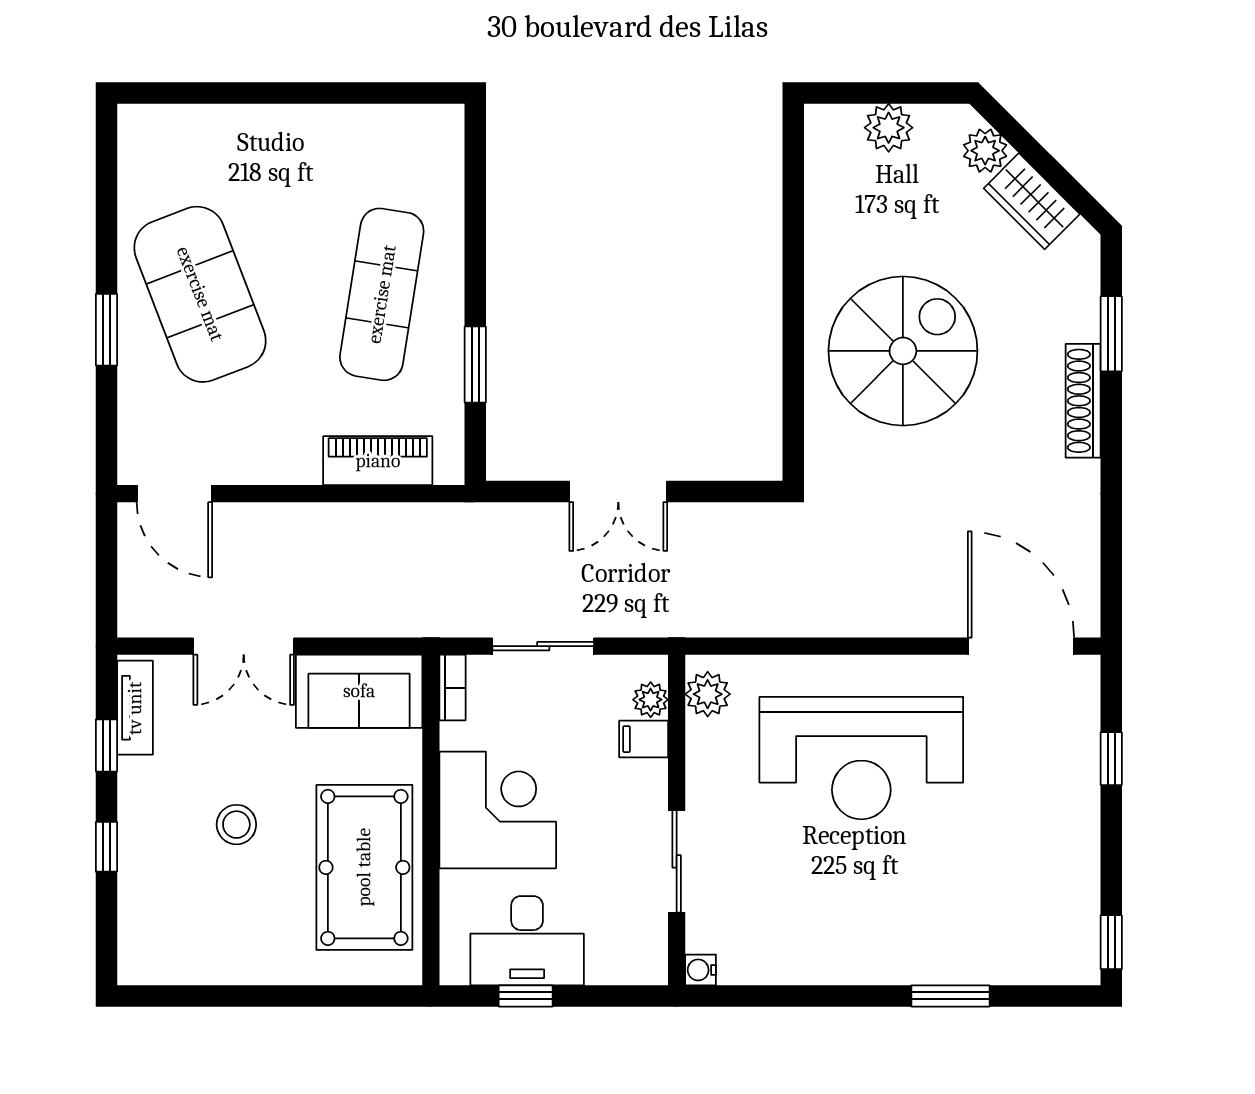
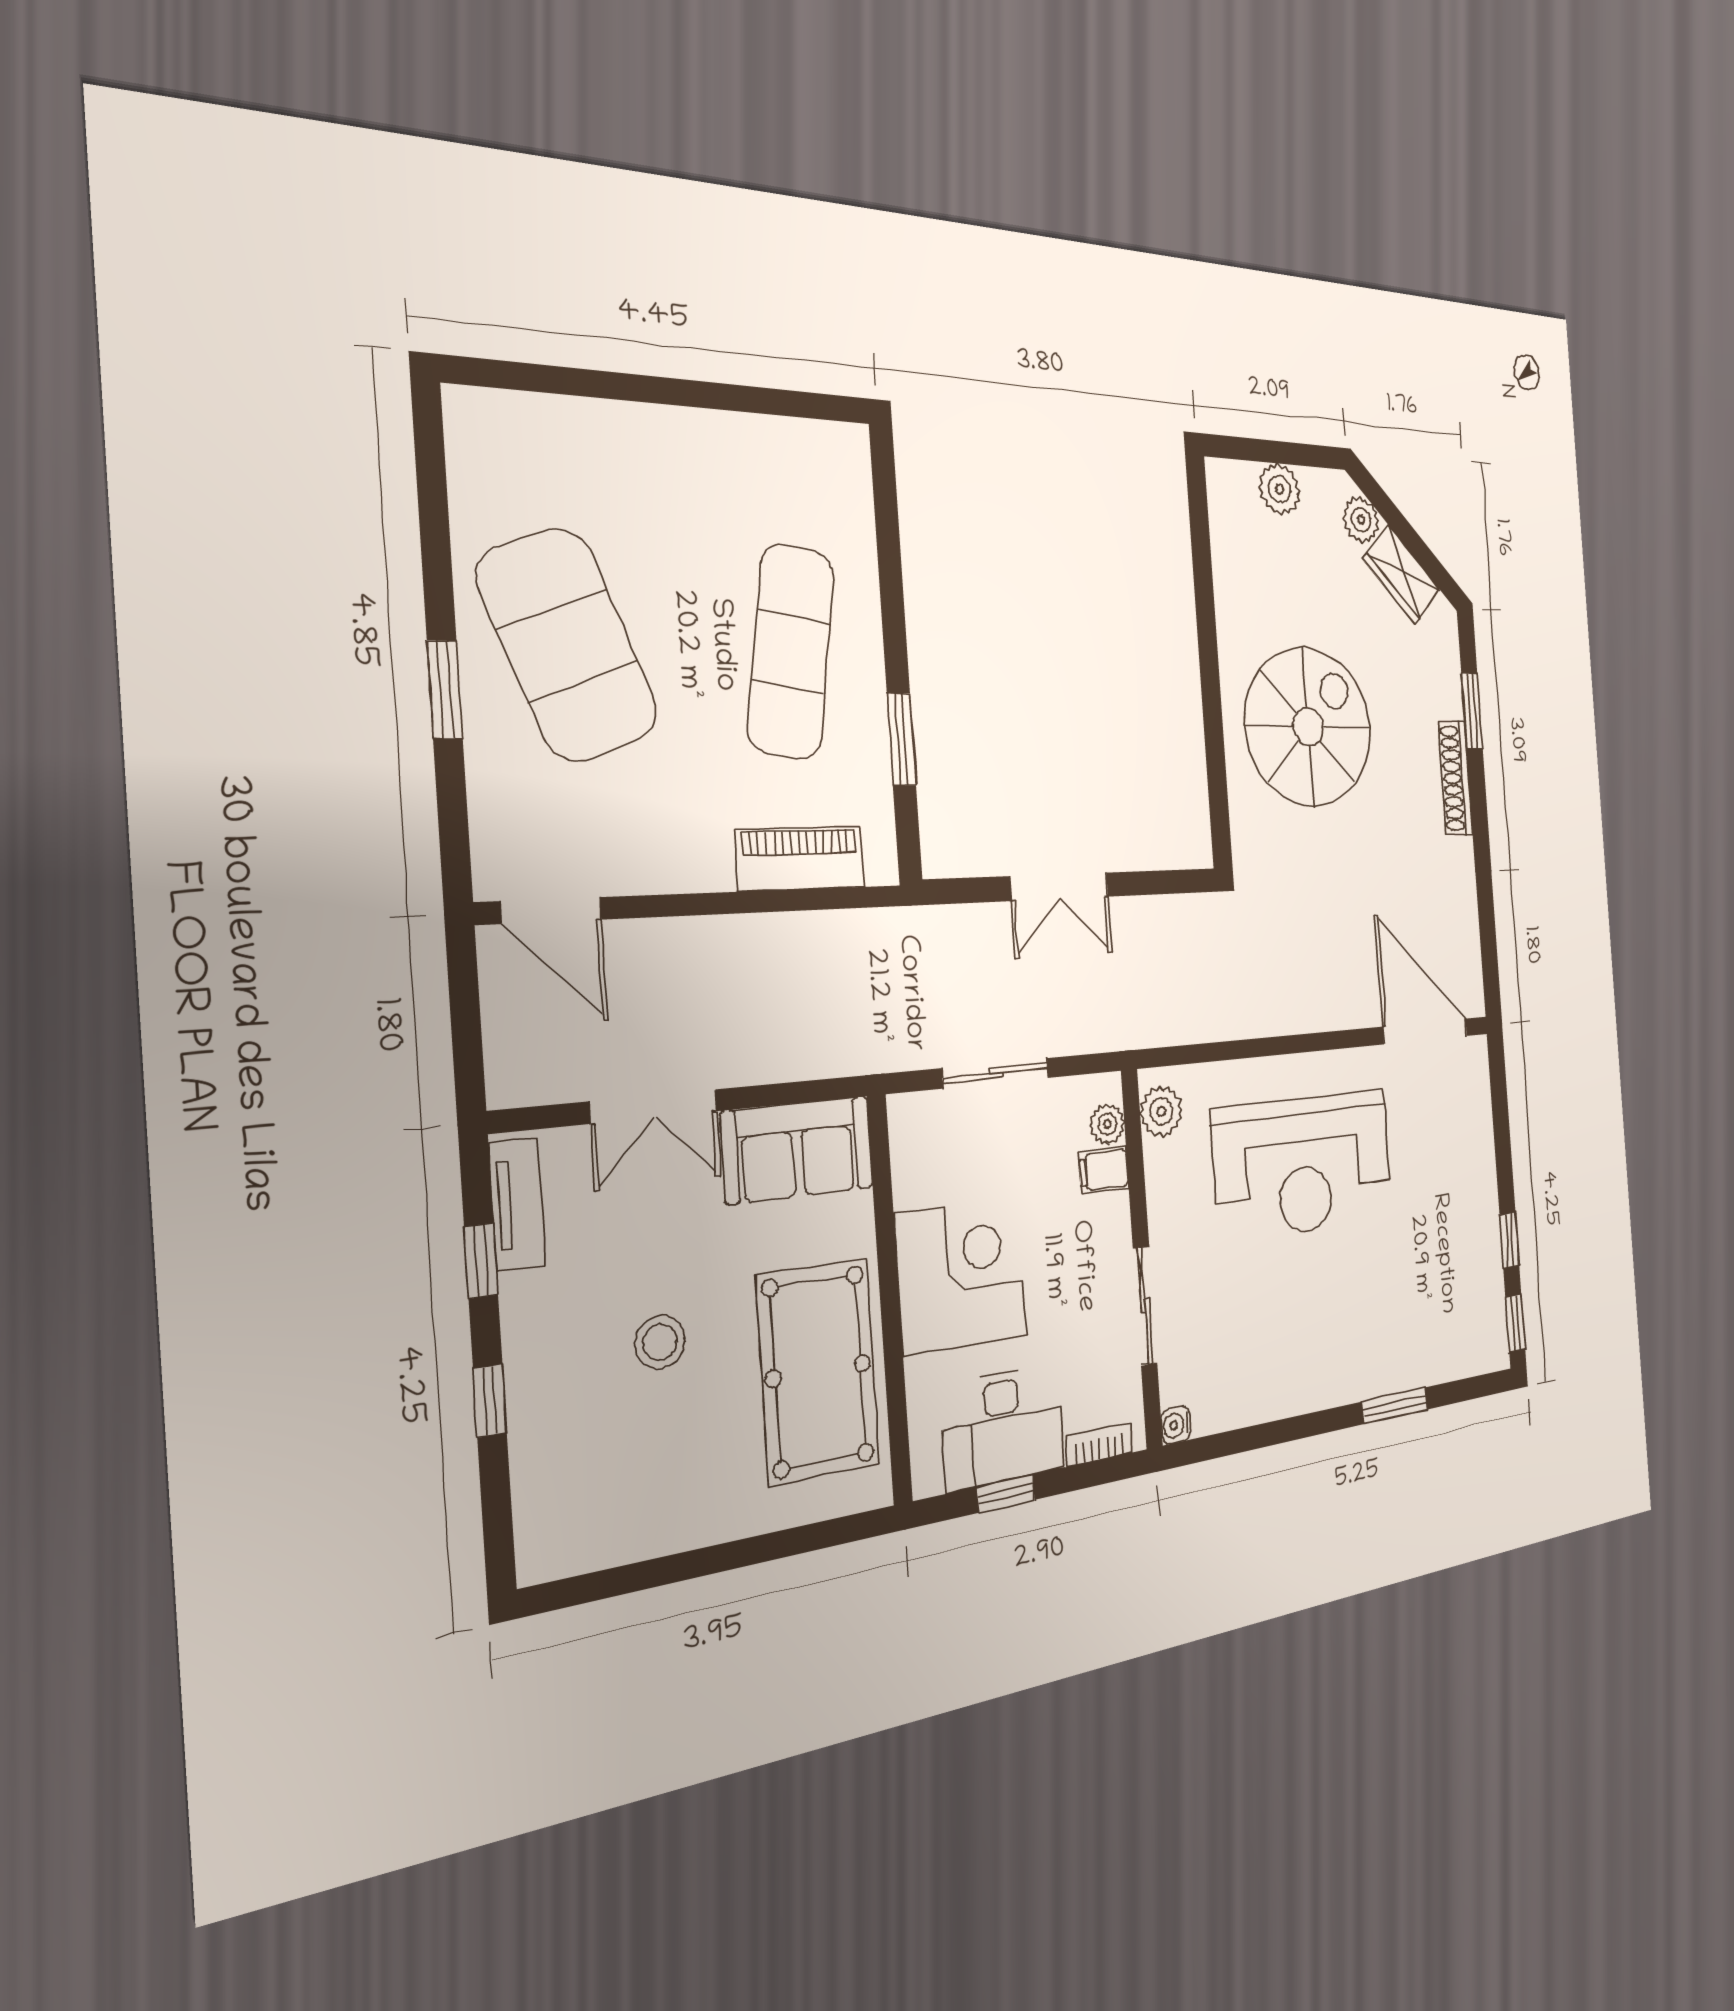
bookcase: (452, 688) -> (1099, 1444), moved, turned -90
window: (1111, 759) -> (1509, 1240), moved

